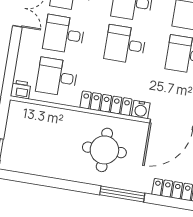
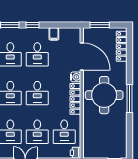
round table: (104, 150) -> (104, 95), width x1.36, depth x1.36
window: (122, 194) -> (129, 98), moved

